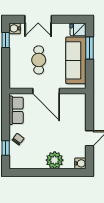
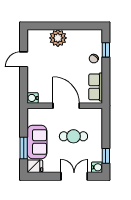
cafe table: (39, 60) -> (73, 136), turned 90
sofa: (76, 60) -> (37, 142), width x0.73
water cooler: (80, 163) -> (33, 98), moved

